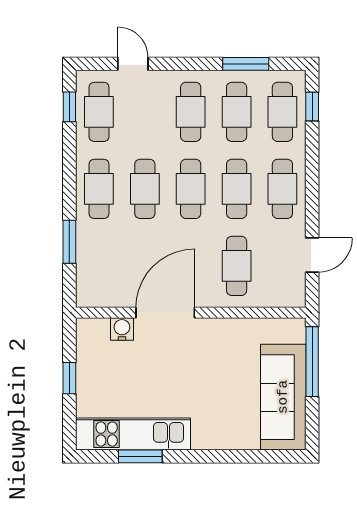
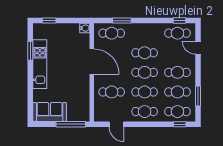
door: (133, 64) -> (198, 48), swing flipped
cafe table: (99, 189) -> (112, 33), moved
water cooler: (122, 329) -> (85, 28), moved
window: (69, 378) -> (49, 21), moved
sofa: (283, 397) -> (50, 112), width x0.73
kitchen unit: (133, 434) -> (40, 64), moved

